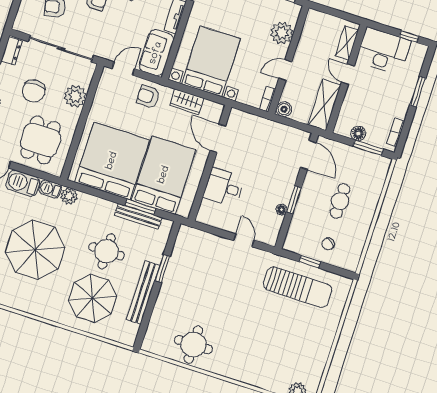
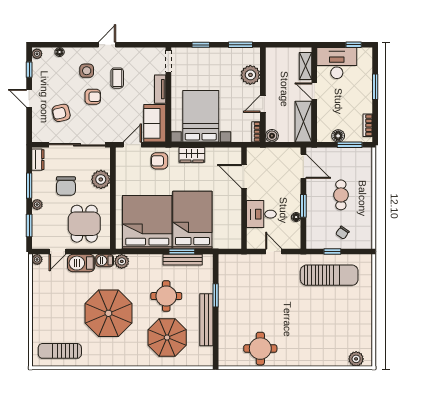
door: (218, 138) -> (244, 176), moved
wall: (210, 163) -> (244, 198), moved
desk: (224, 187) -> (261, 214), moved

